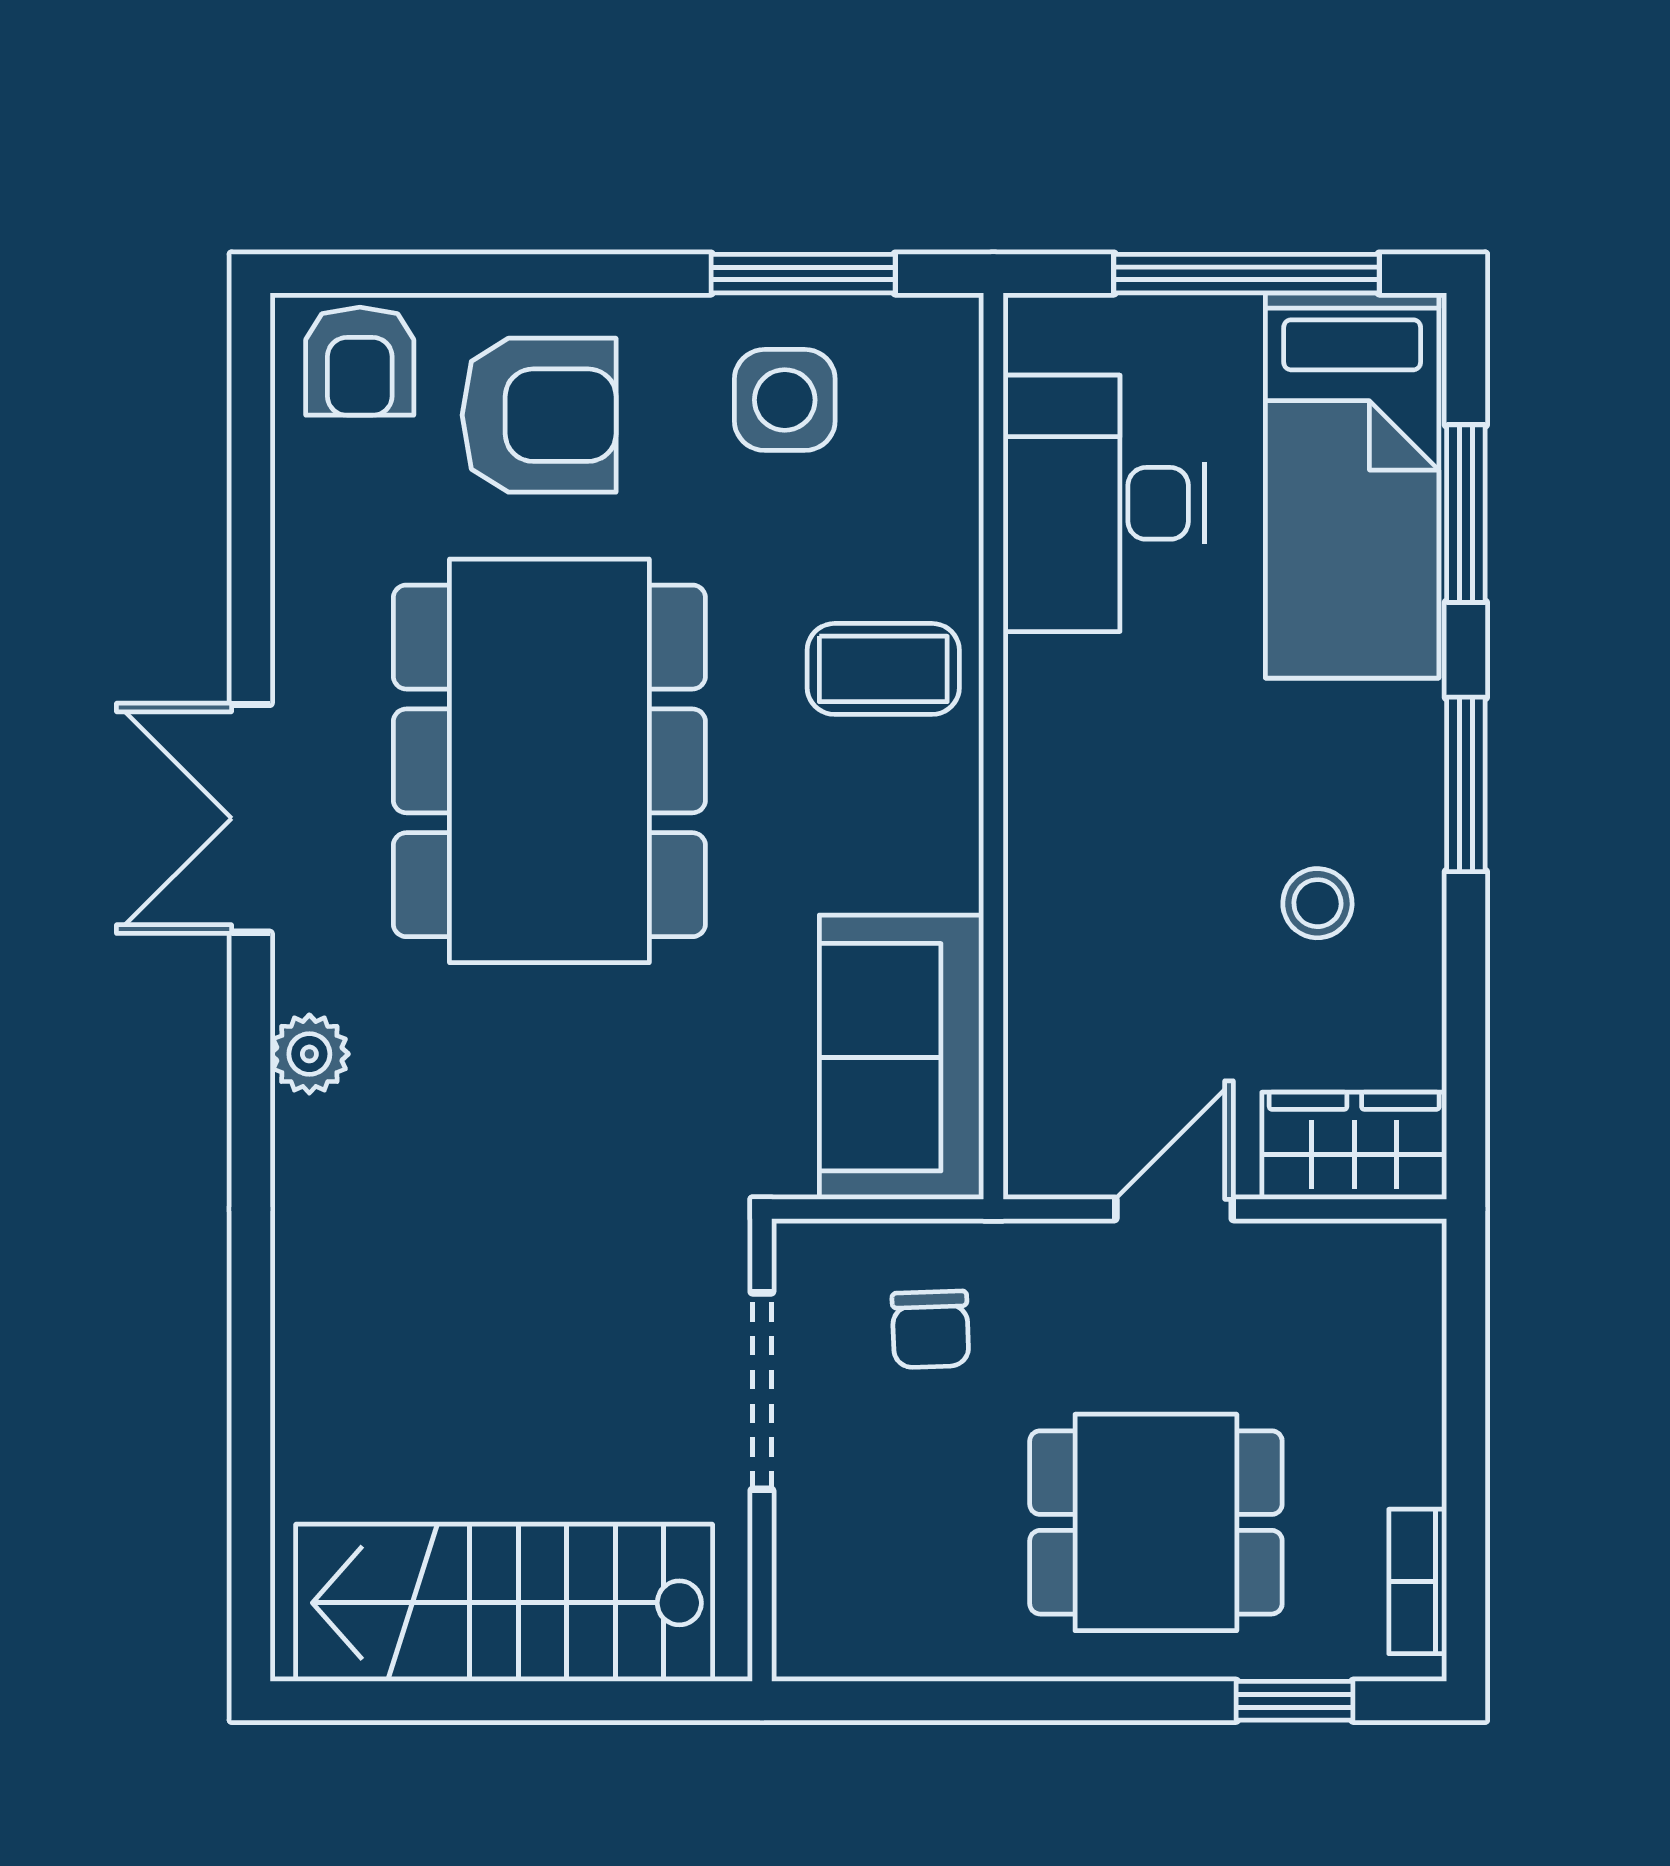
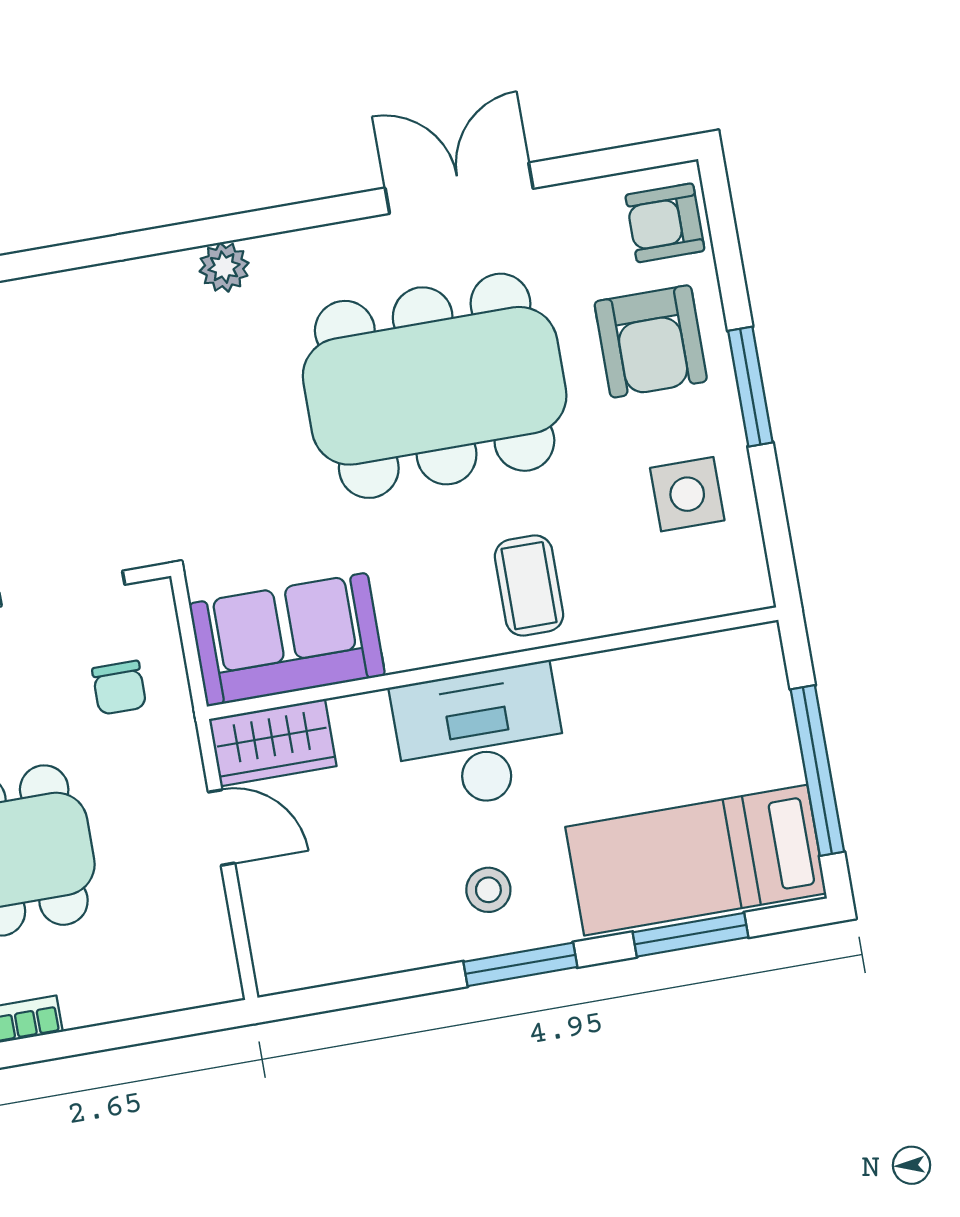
window: (803, 274) -> (750, 387), moved
desk: (1104, 503) -> (480, 737), moved
double door: (251, 818) -> (459, 188), moved
stool: (1317, 903) -> (488, 890), moved
wardrobe: (1354, 1146) -> (273, 743), moved, turned 90
chair: (930, 1329) -> (119, 688), turned -88

